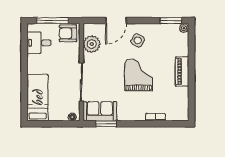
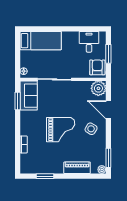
window: (53, 21) -> (108, 54), width x0.69
plant: (92, 44) -> (98, 88), moved
piano: (182, 71) -> (77, 168), moved
window: (192, 93) -> (45, 176), added

